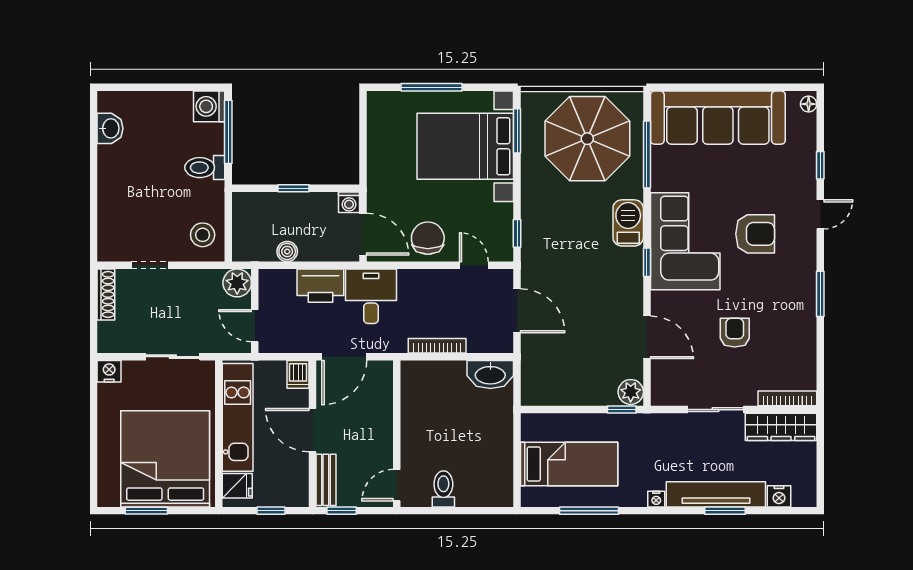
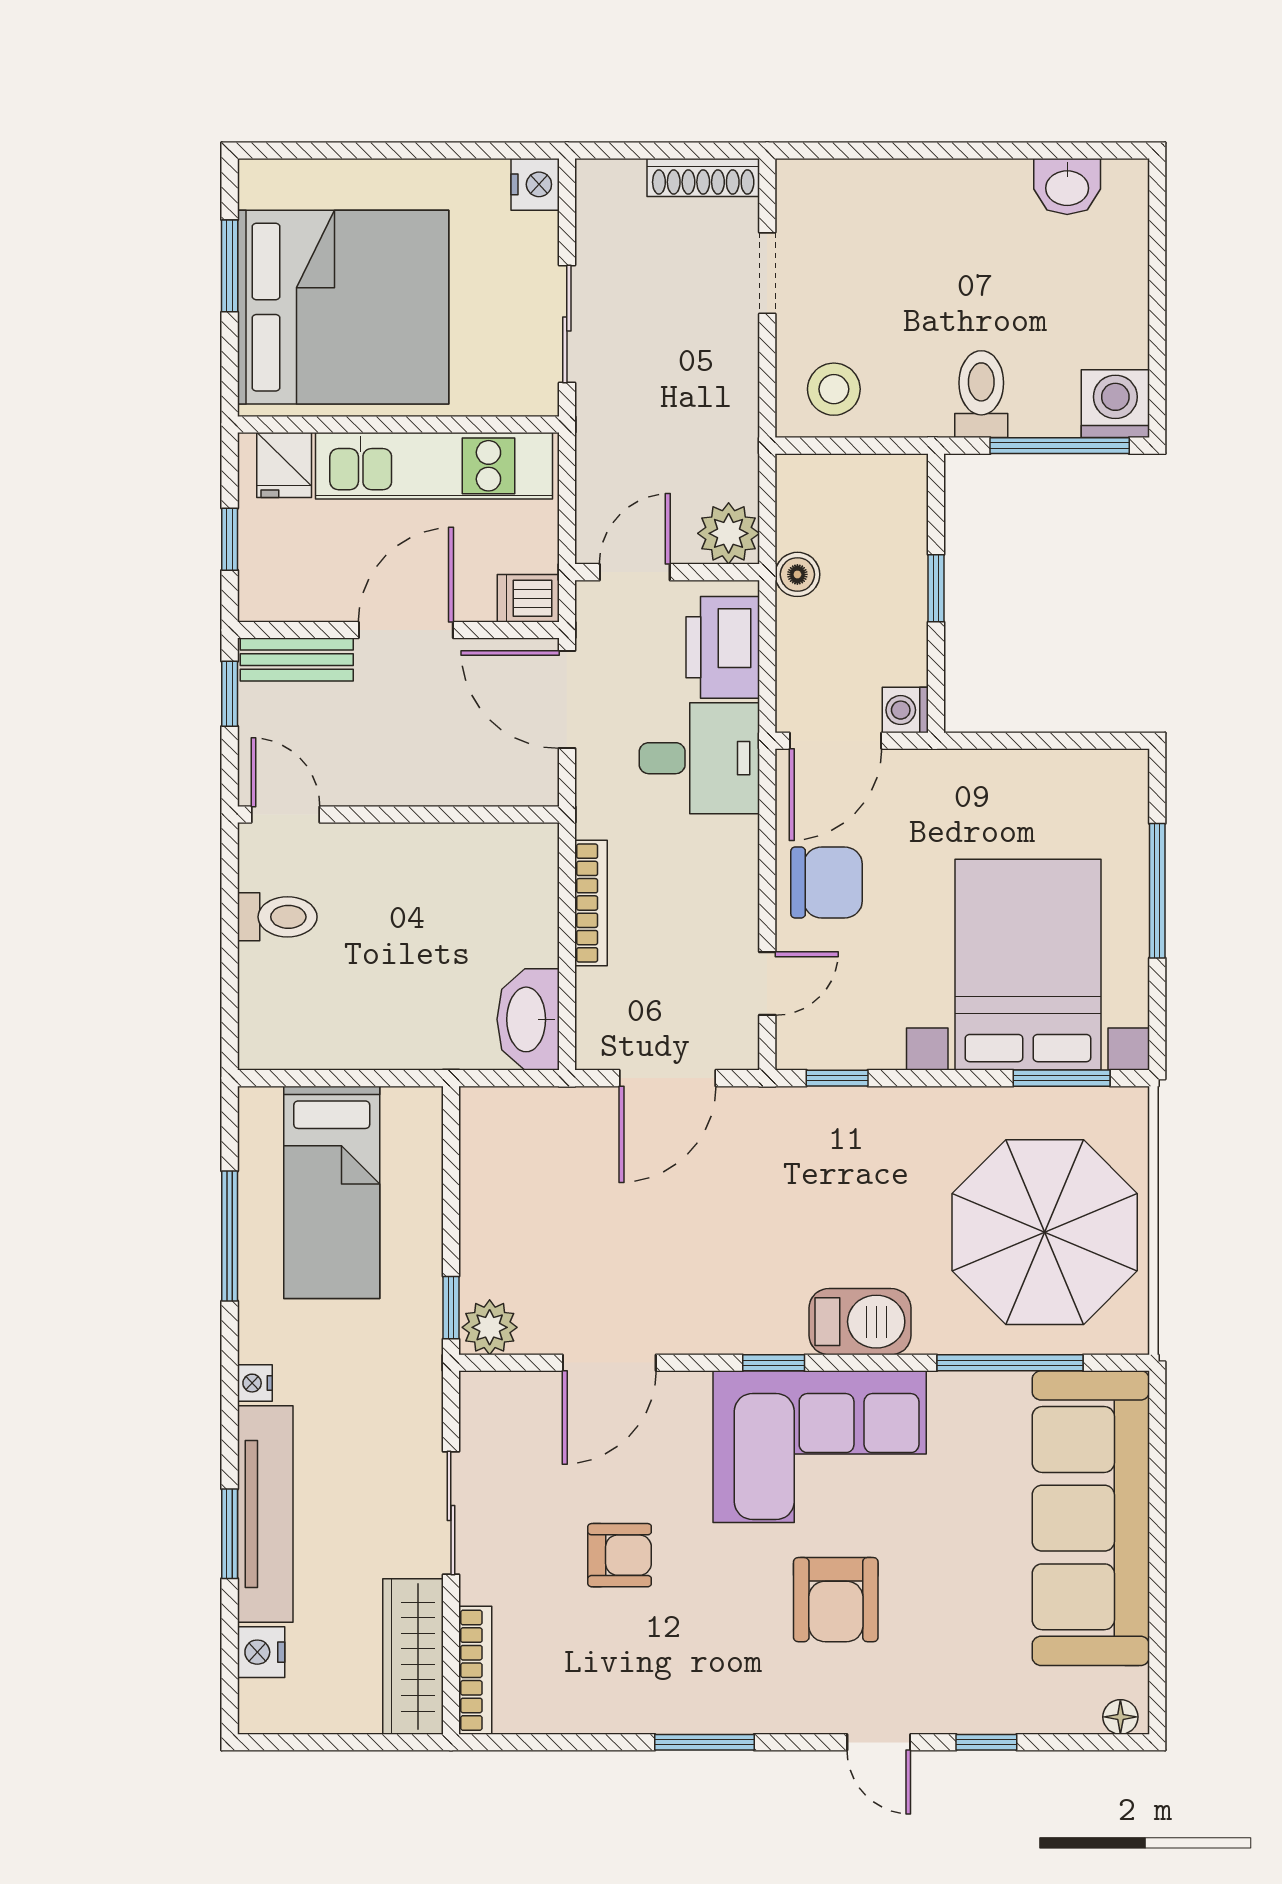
plant: (237, 283) -> (729, 533), moved
wall: (255, 311) -> (667, 572), moved
door: (255, 326) -> (635, 572), moved

